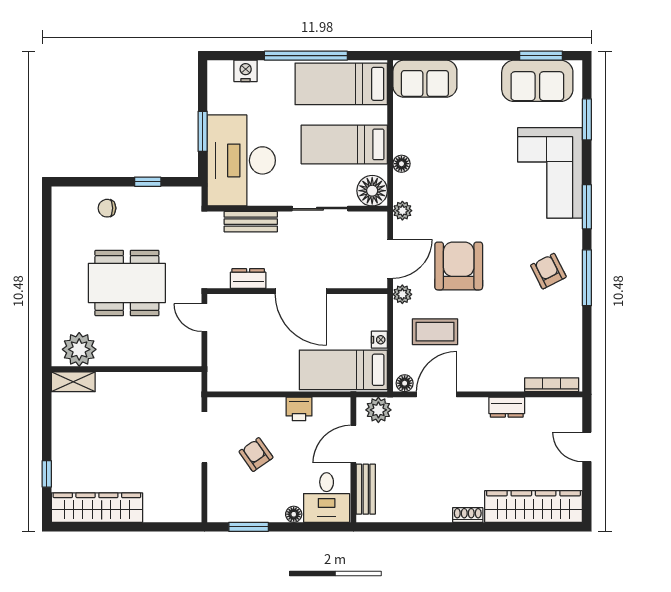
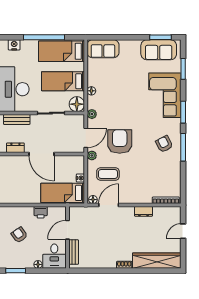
plant: (378, 410) -> (80, 213), removed
door: (587, 447) -> (183, 231), hinge flipped

